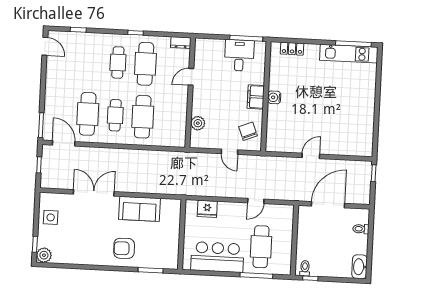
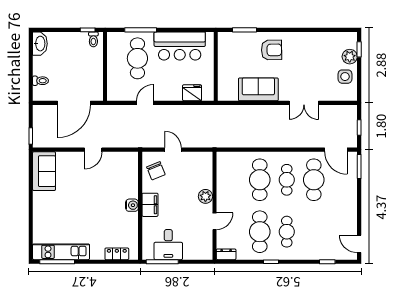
plant: (198, 123) -> (205, 196), moved
sofa: (362, 137) -> (44, 171), added
double door: (94, 193) -> (304, 103), width x0.73
plant: (44, 255) -> (350, 57), moved

